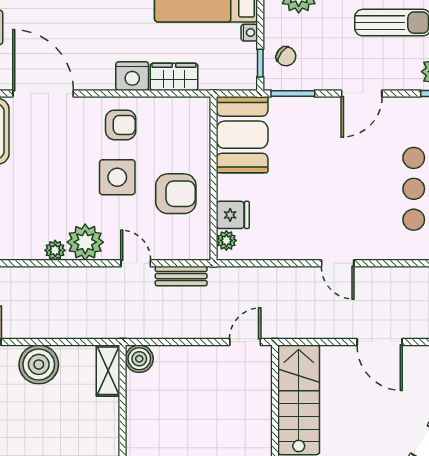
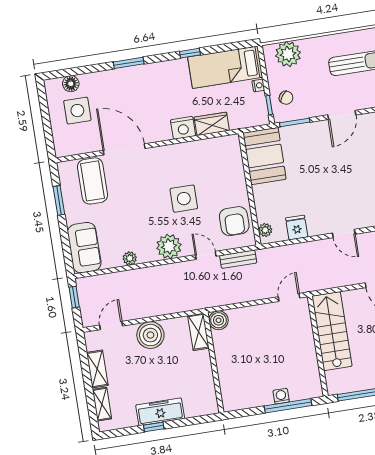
armchair: (121, 125) -> (180, 163), removed
armchair: (176, 194) -> (234, 221), moved, turned 90
fridge: (233, 215) -> (297, 228), moved, turned -90
plant: (55, 250) -> (130, 258), moved

